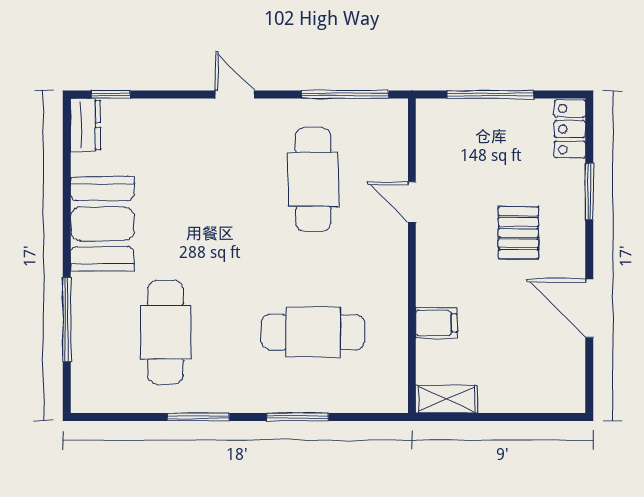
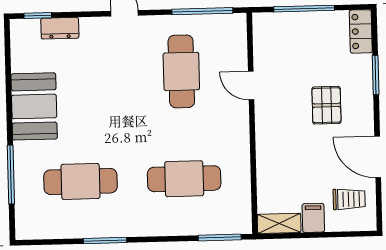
dresser: (86, 125) -> (60, 28), moved, turned 90
filing cabinet: (436, 323) -> (313, 218), moved, turned -90
cafe table: (165, 332) -> (80, 181), turned 90
trolley: (547, 367) -> (349, 199), added
window: (298, 417) -> (220, 237), moved

